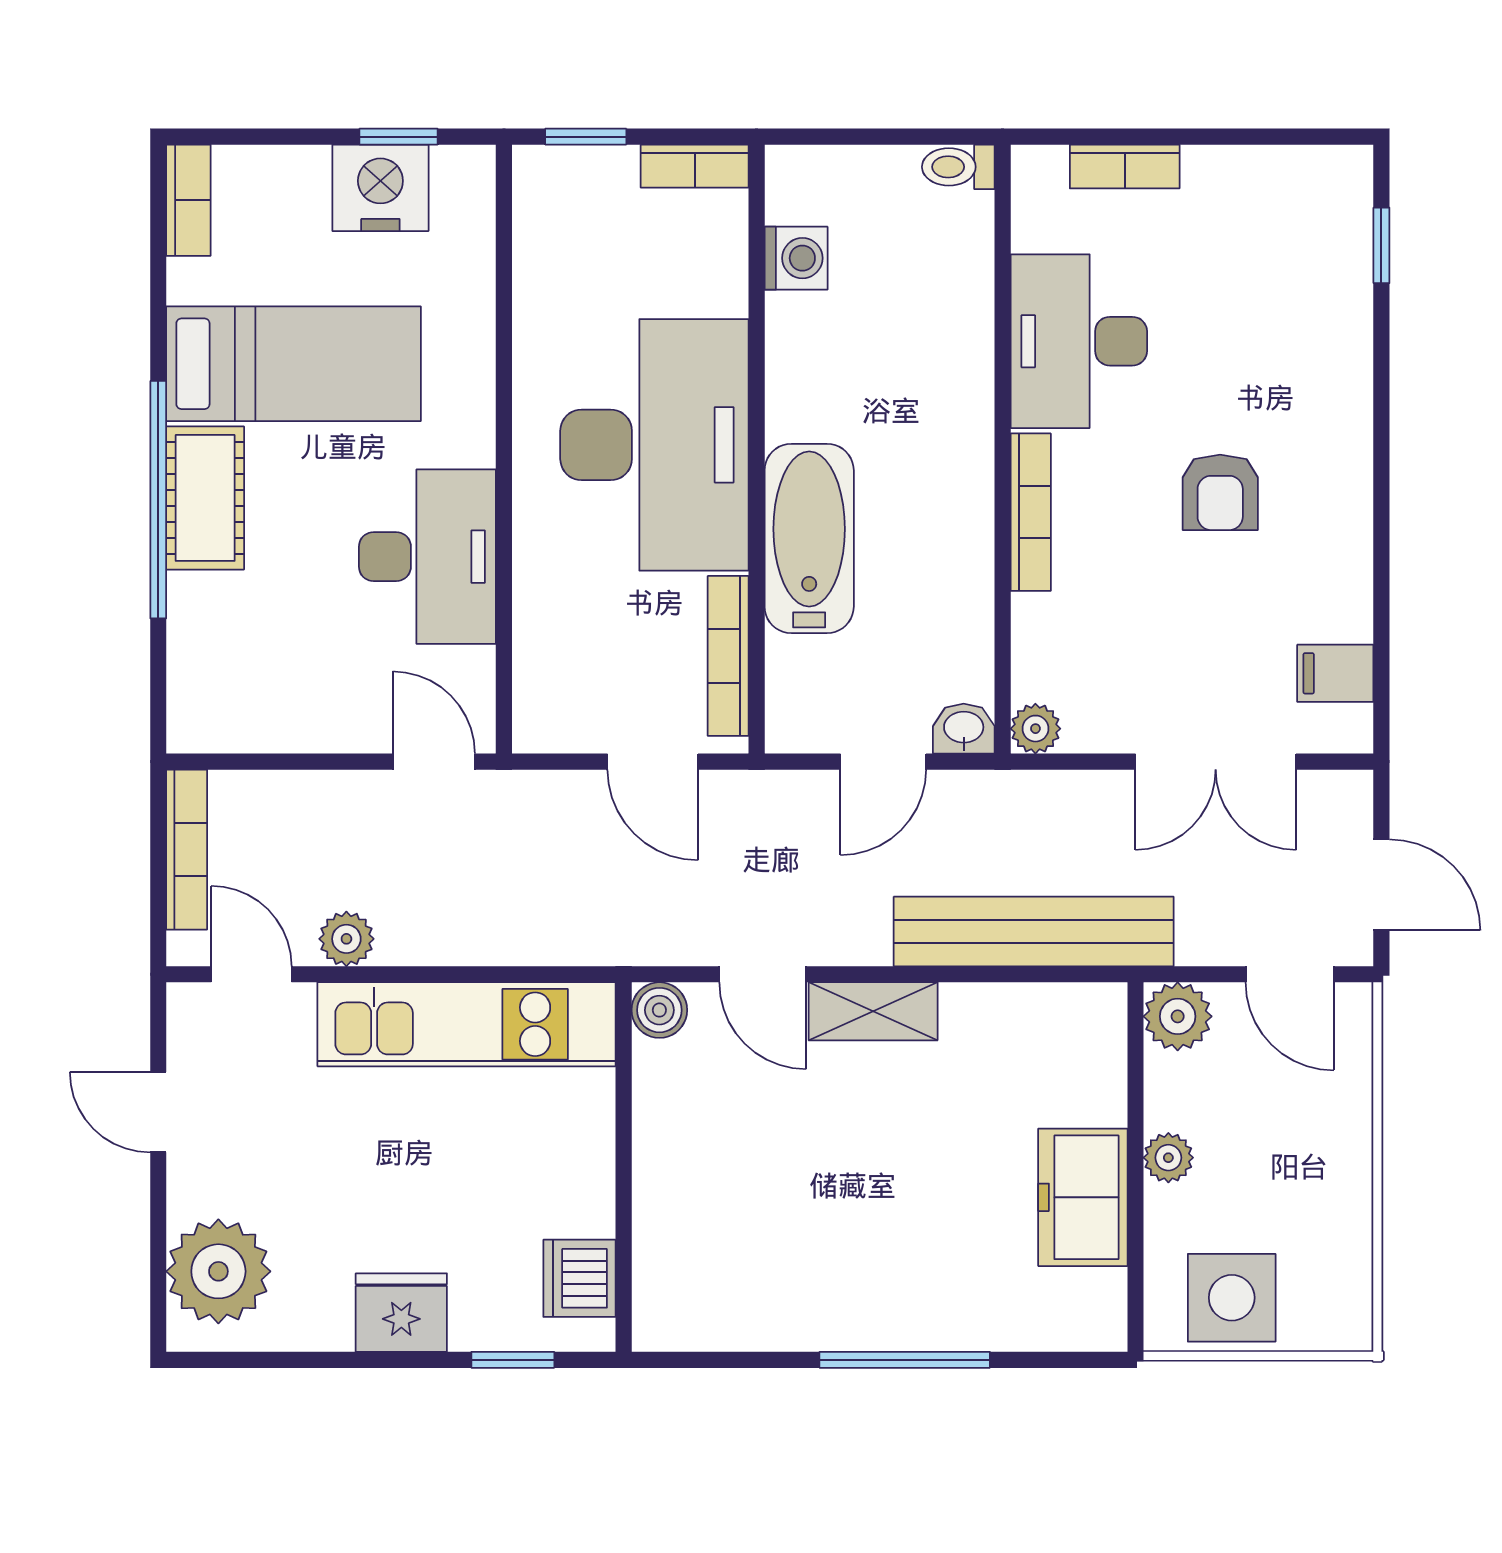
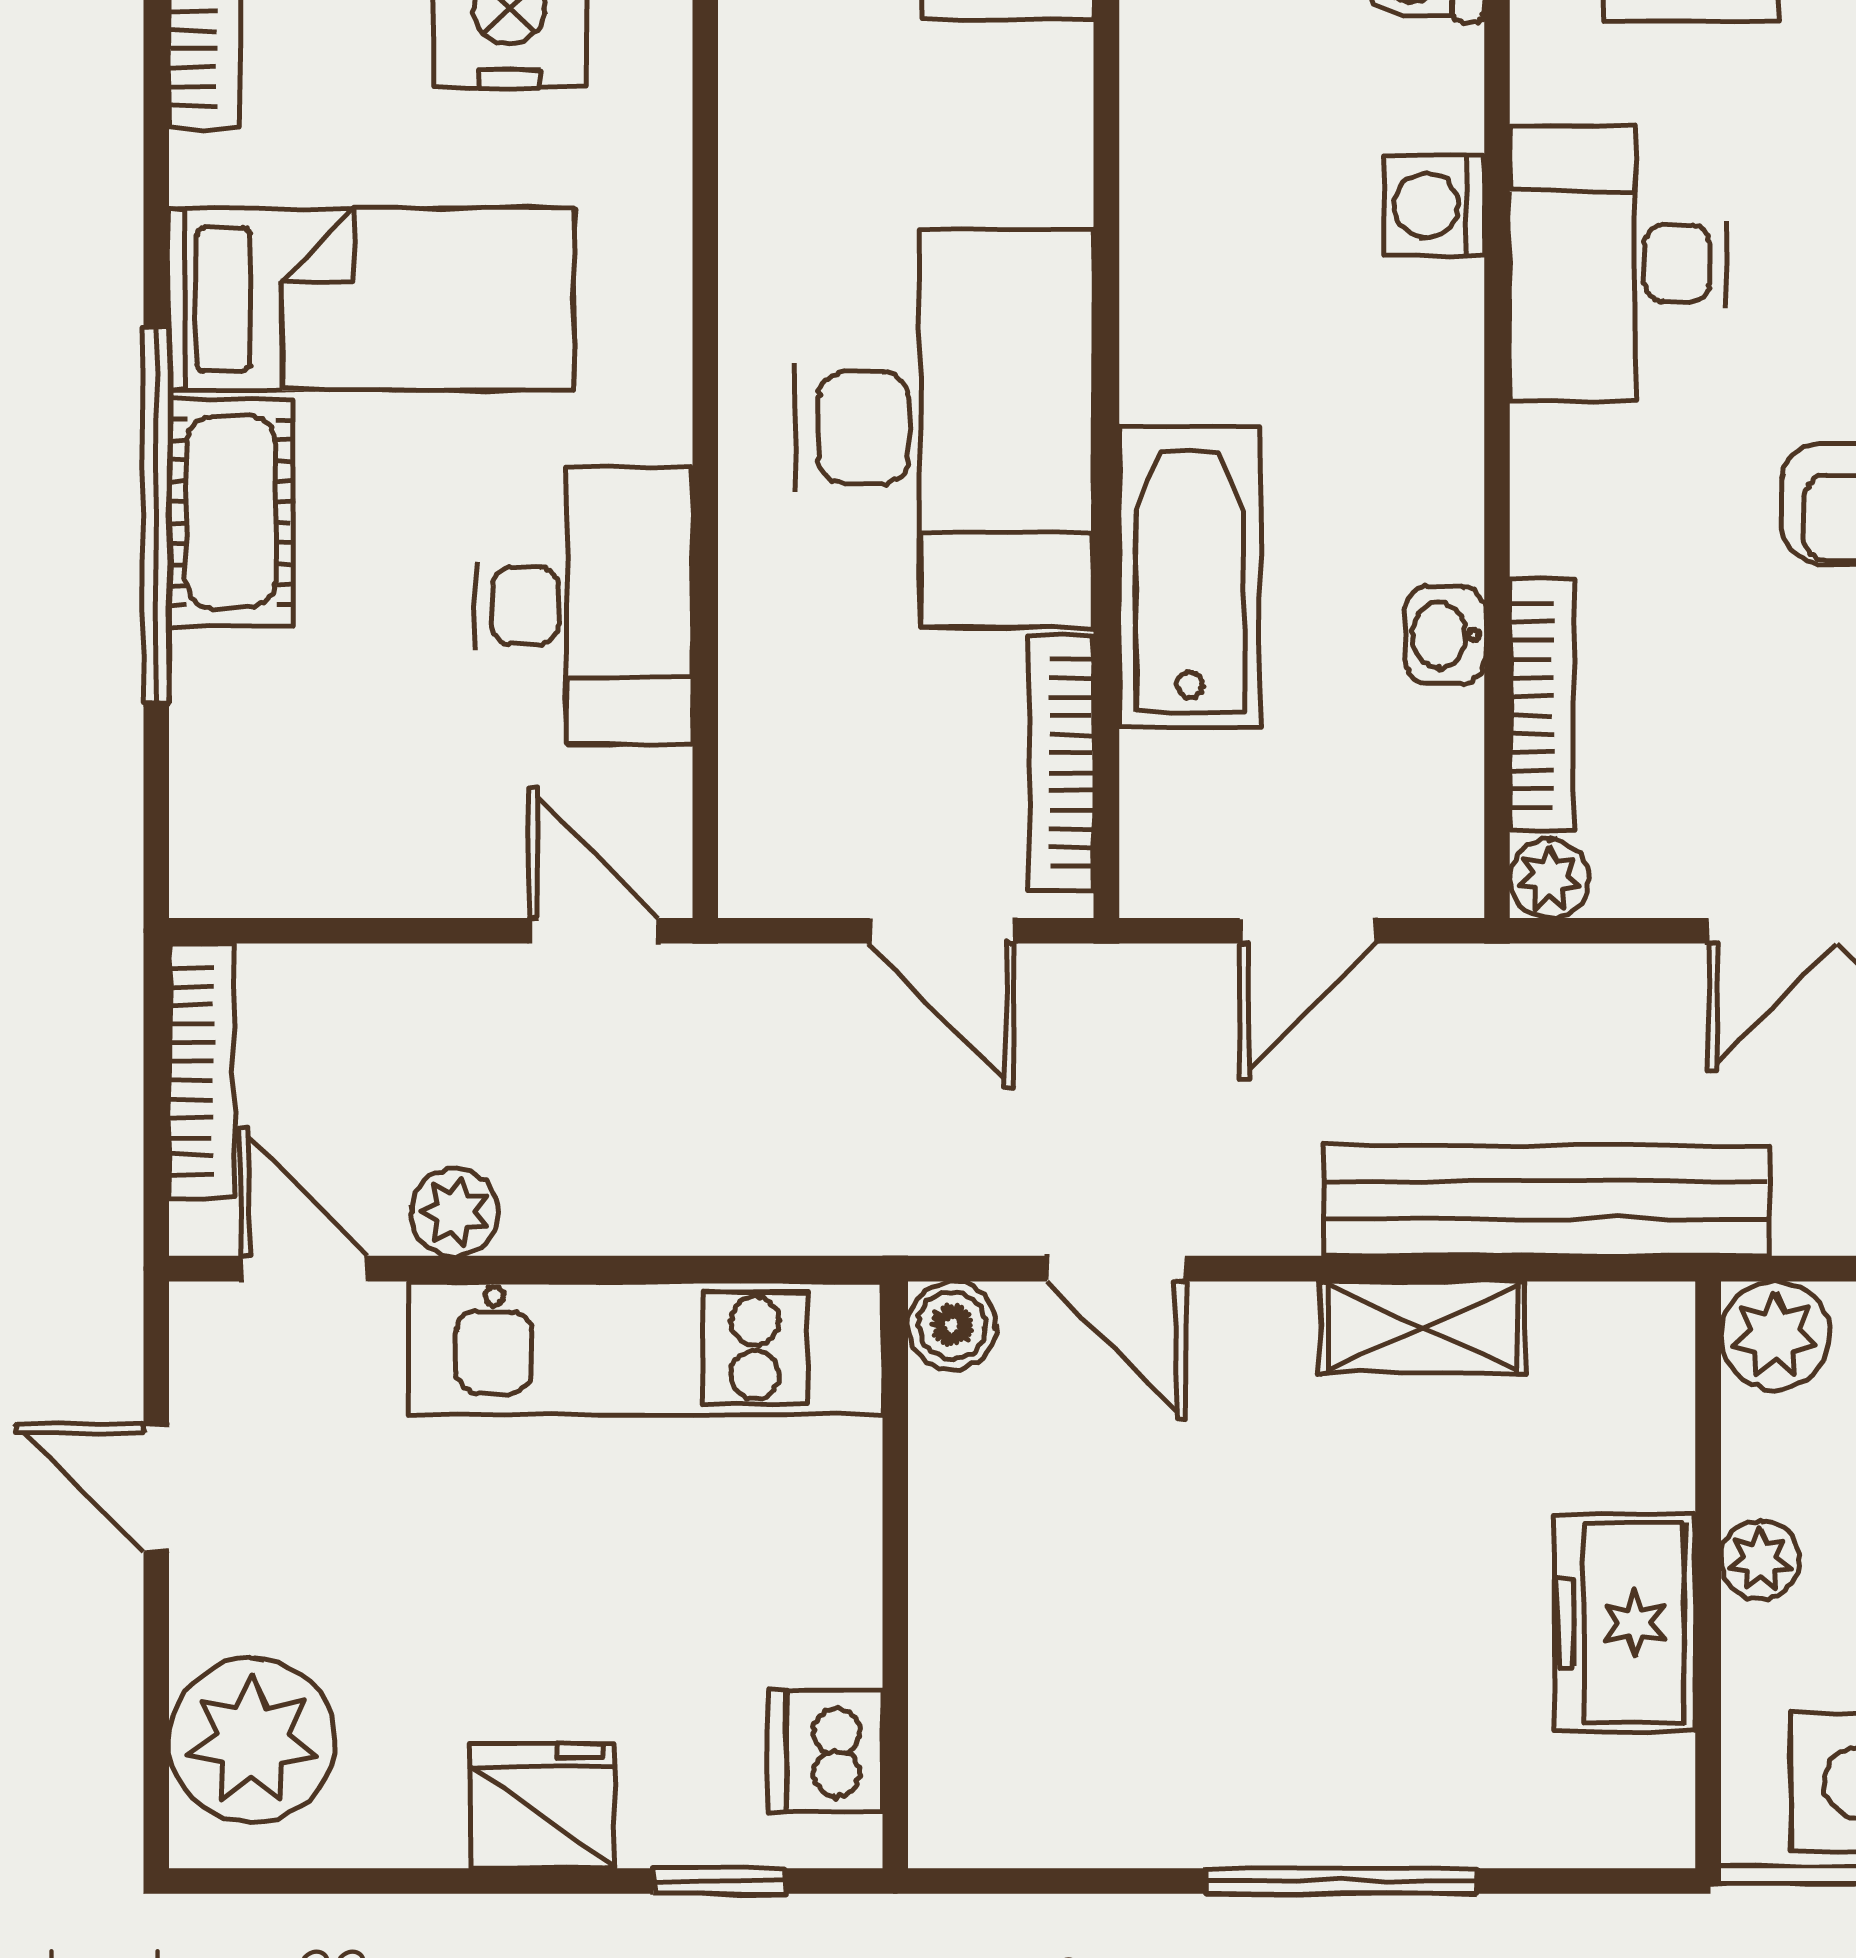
washing machine: (796, 258) -> (1434, 205), moved, turned 180
bookcase: (1031, 512) -> (1542, 705), moved
washbasin: (964, 729) -> (1445, 635), moved, turned -90
shelving: (873, 1011) -> (1422, 1327), moved

